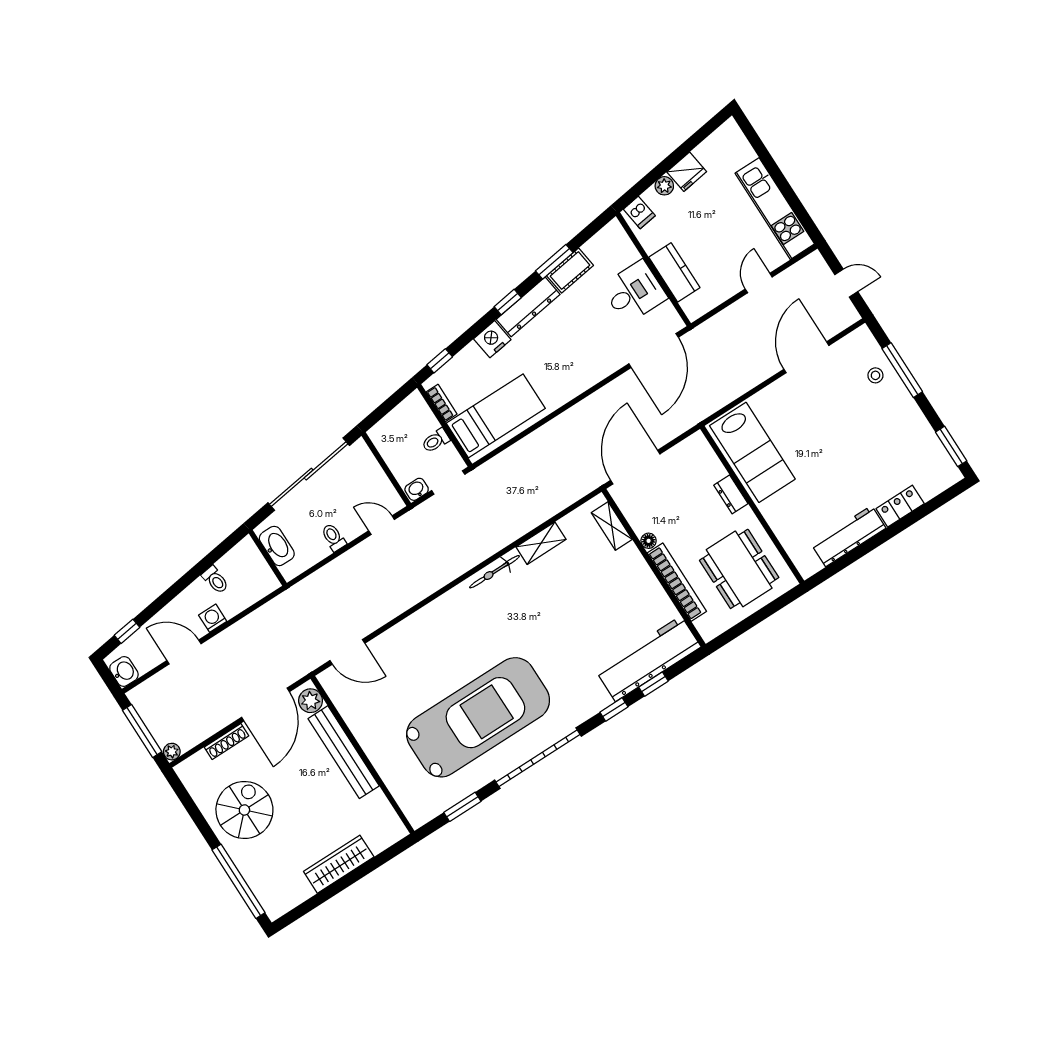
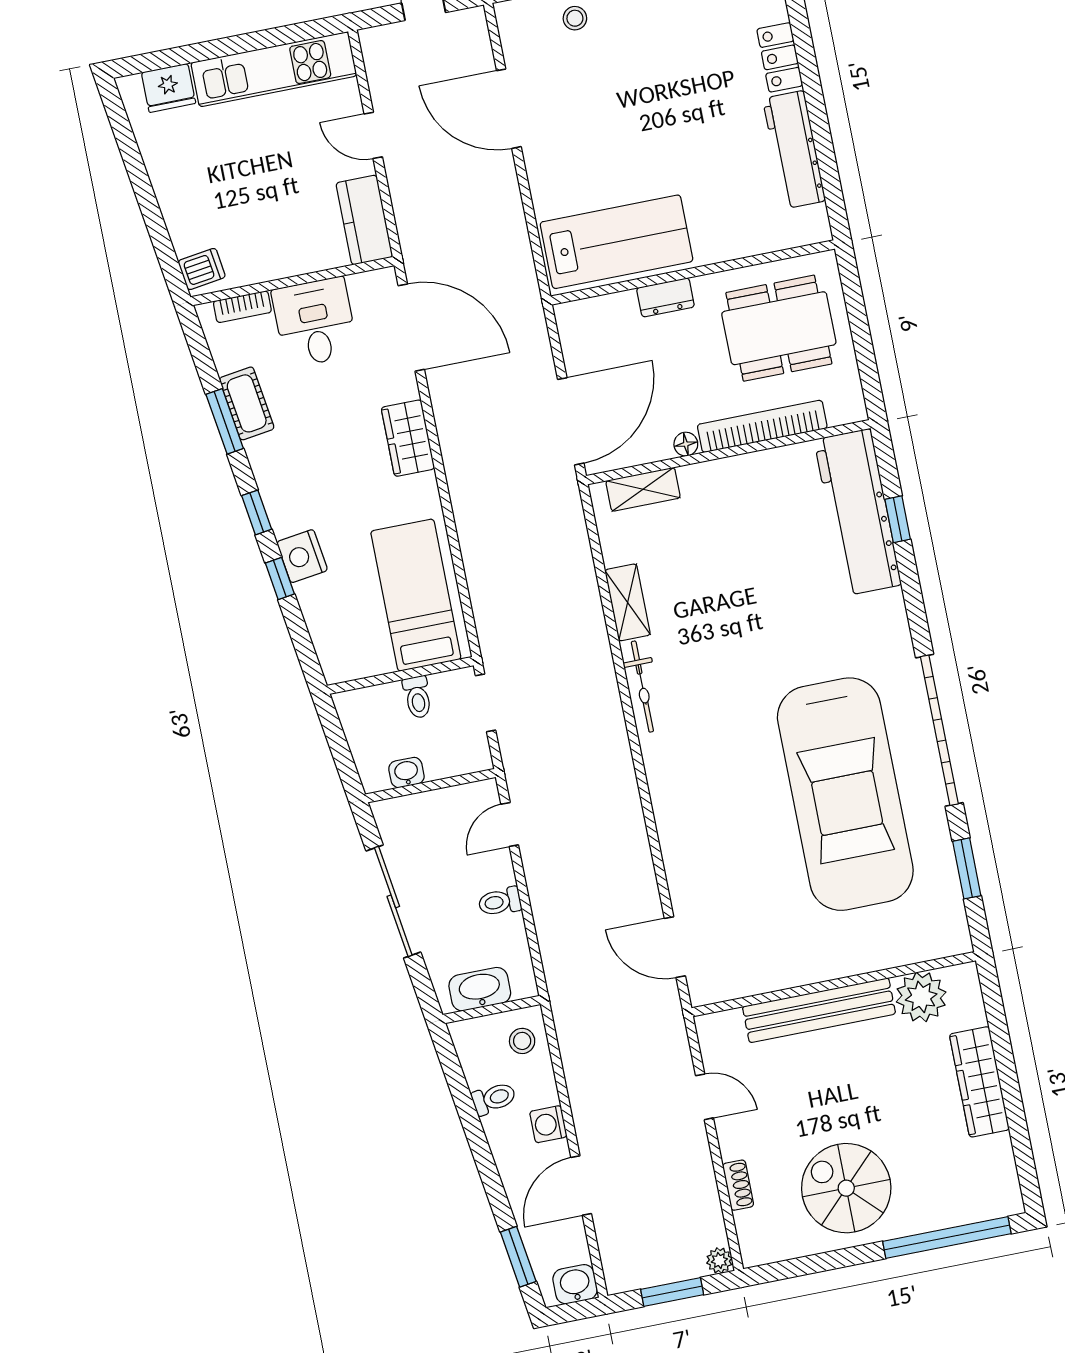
fridge: (687, 172) -> (168, 88), moved, turned 98
plant: (664, 186) -> (177, 217), removed
kitchen counter: (674, 272) -> (364, 220), moved, turned -90
dresser: (528, 307) -> (275, 485), removed
window: (440, 361) -> (280, 578), moved
wardrobe: (587, 374) -> (408, 438), added
bookcase: (442, 403) -> (242, 307), moved, turned 180
door: (635, 467) -> (571, 421), swing flipped
sliding door: (309, 474) -> (393, 901), width x0.73
washbasin: (417, 489) -> (406, 773), moved, turned 90
stool: (256, 583) -> (522, 1041), added
window: (127, 631) -> (518, 1257), width x1.50
door: (347, 652) -> (675, 947), swing flipped
plant: (311, 701) -> (921, 997), moved, width x1.36, depth x1.36
door: (265, 705) -> (704, 1097), width x0.53
window: (614, 709) -> (912, 592), removed
car: (478, 717) -> (845, 794), turned 180
window: (142, 731) -> (672, 1292), width x0.69
shoe rack: (226, 742) -> (738, 1185), width x0.70

